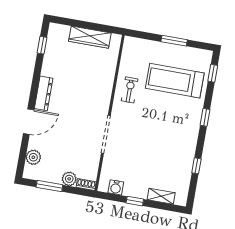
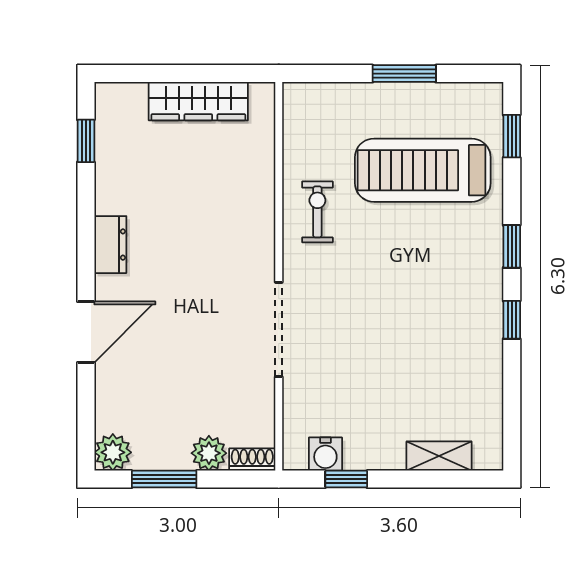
dresser: (44, 93) -> (110, 245), width x0.70
plant: (33, 157) -> (113, 452), moved
window: (196, 166) -> (512, 320), moved
window: (135, 201) -> (346, 479), moved

